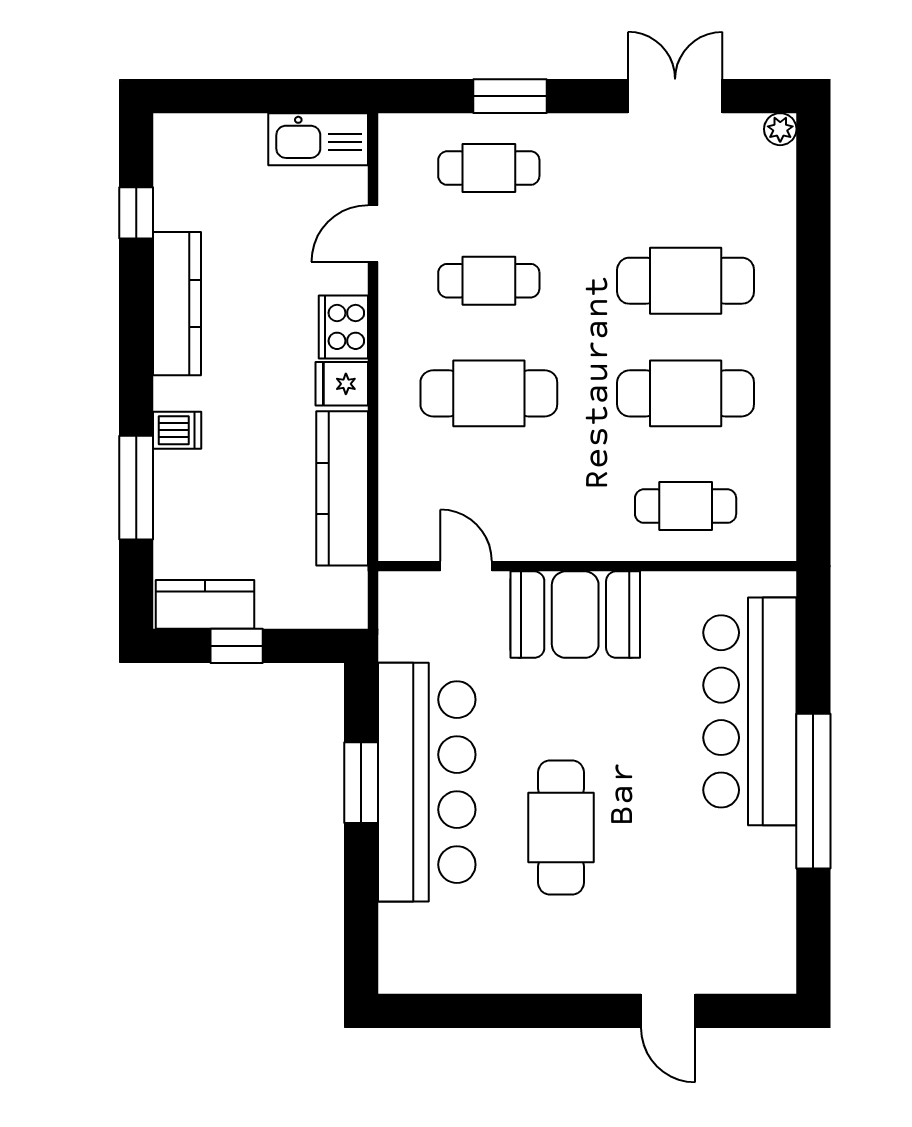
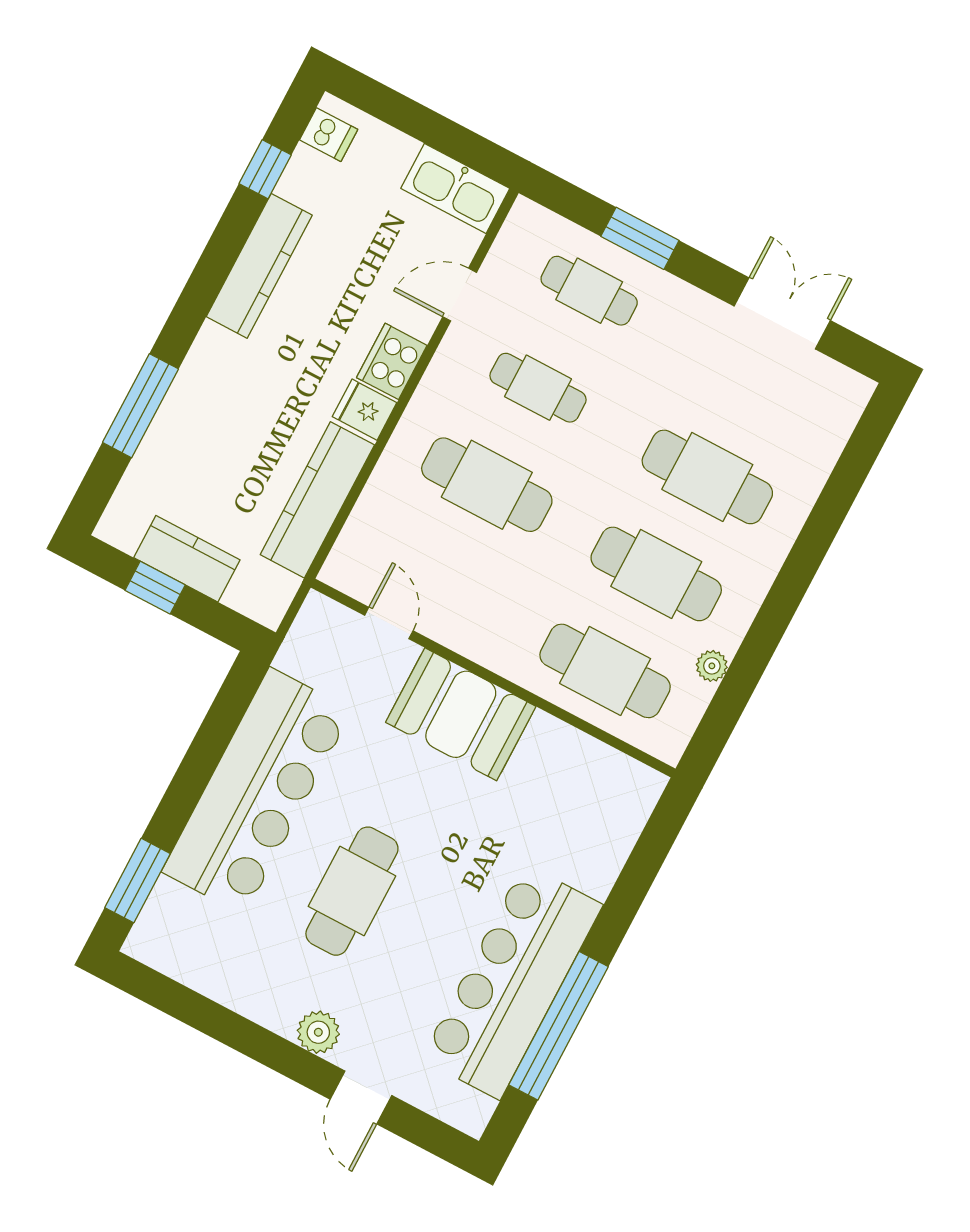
plant: (780, 129) -> (712, 666), moved
dishwasher: (177, 430) -> (329, 135), moved
cafe table: (686, 506) -> (605, 671), width x1.37, depth x1.35
kitchen counter: (205, 604) -> (187, 559), moved
bar counter: (750, 711) -> (512, 982), moved
window: (361, 783) -> (138, 881), moved
window: (813, 791) -> (559, 1026), moved
plant: (598, 972) -> (318, 1032), added

